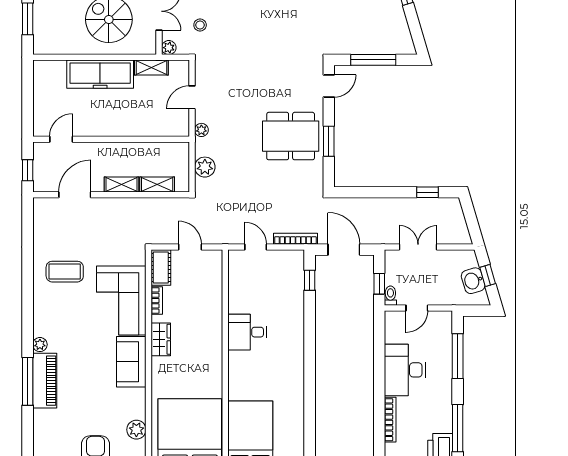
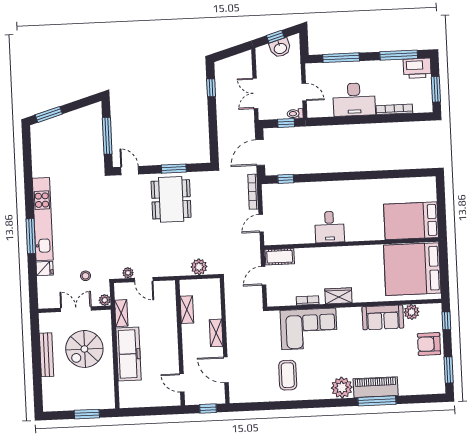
plant: (201, 130) -> (128, 273), moved
shelving: (157, 185) -> (187, 310), moved
cot: (161, 268) -> (280, 257), moved
plant: (40, 345) -> (342, 388), width x1.88, depth x1.88
sofa: (131, 362) -> (383, 317), moved

